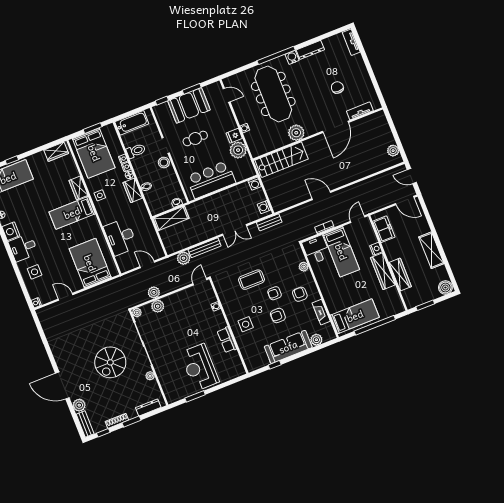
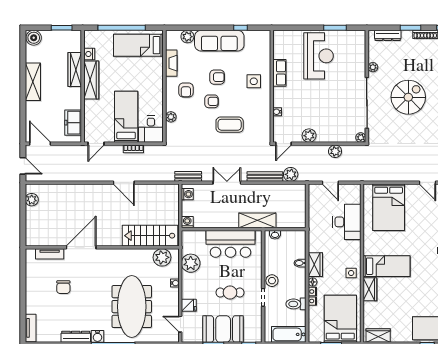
plant: (296, 133) -> (162, 257), moved
fridge: (234, 136) -> (189, 305), moved
shelving: (171, 218) -> (257, 220), moved
nightstand: (376, 249) -> (89, 54), moved
plant: (158, 306) -> (309, 136), moved

